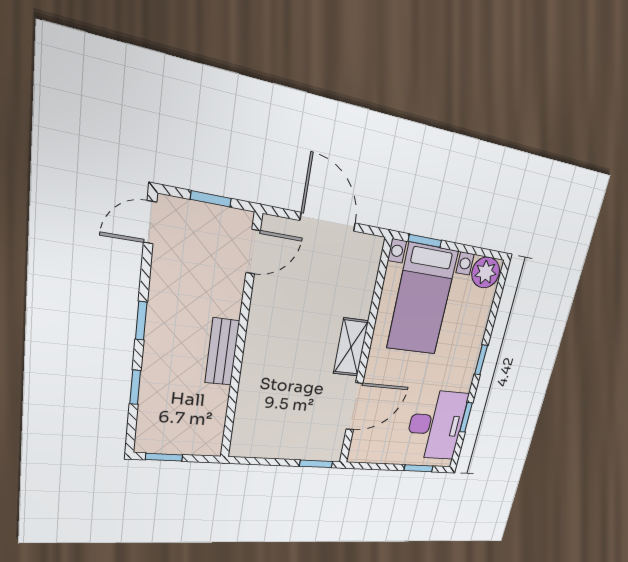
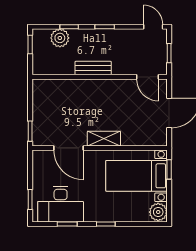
plant: (156, 406) -> (60, 38), added

